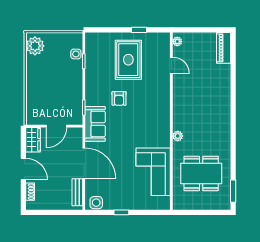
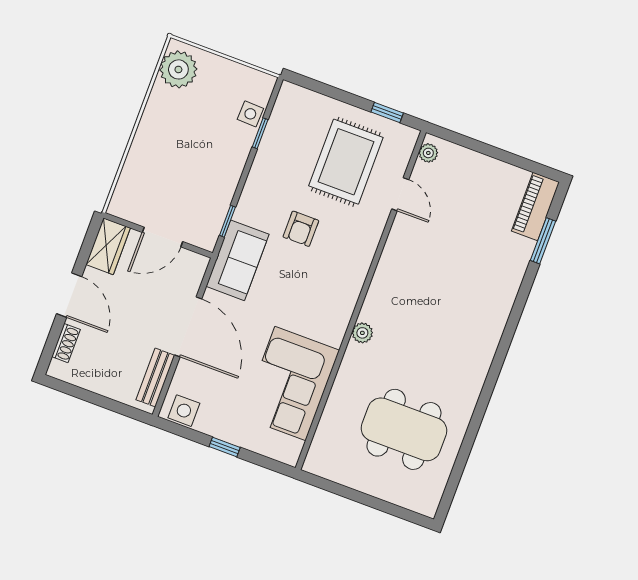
plant: (177, 41) -> (428, 153), moved
door: (171, 65) -> (400, 194), moved
wall: (171, 121) -> (361, 300), moved
plant: (178, 136) -> (362, 333), moved
corner sofa: (153, 172) -> (290, 384), moved
window: (233, 191) -> (543, 241), moved

